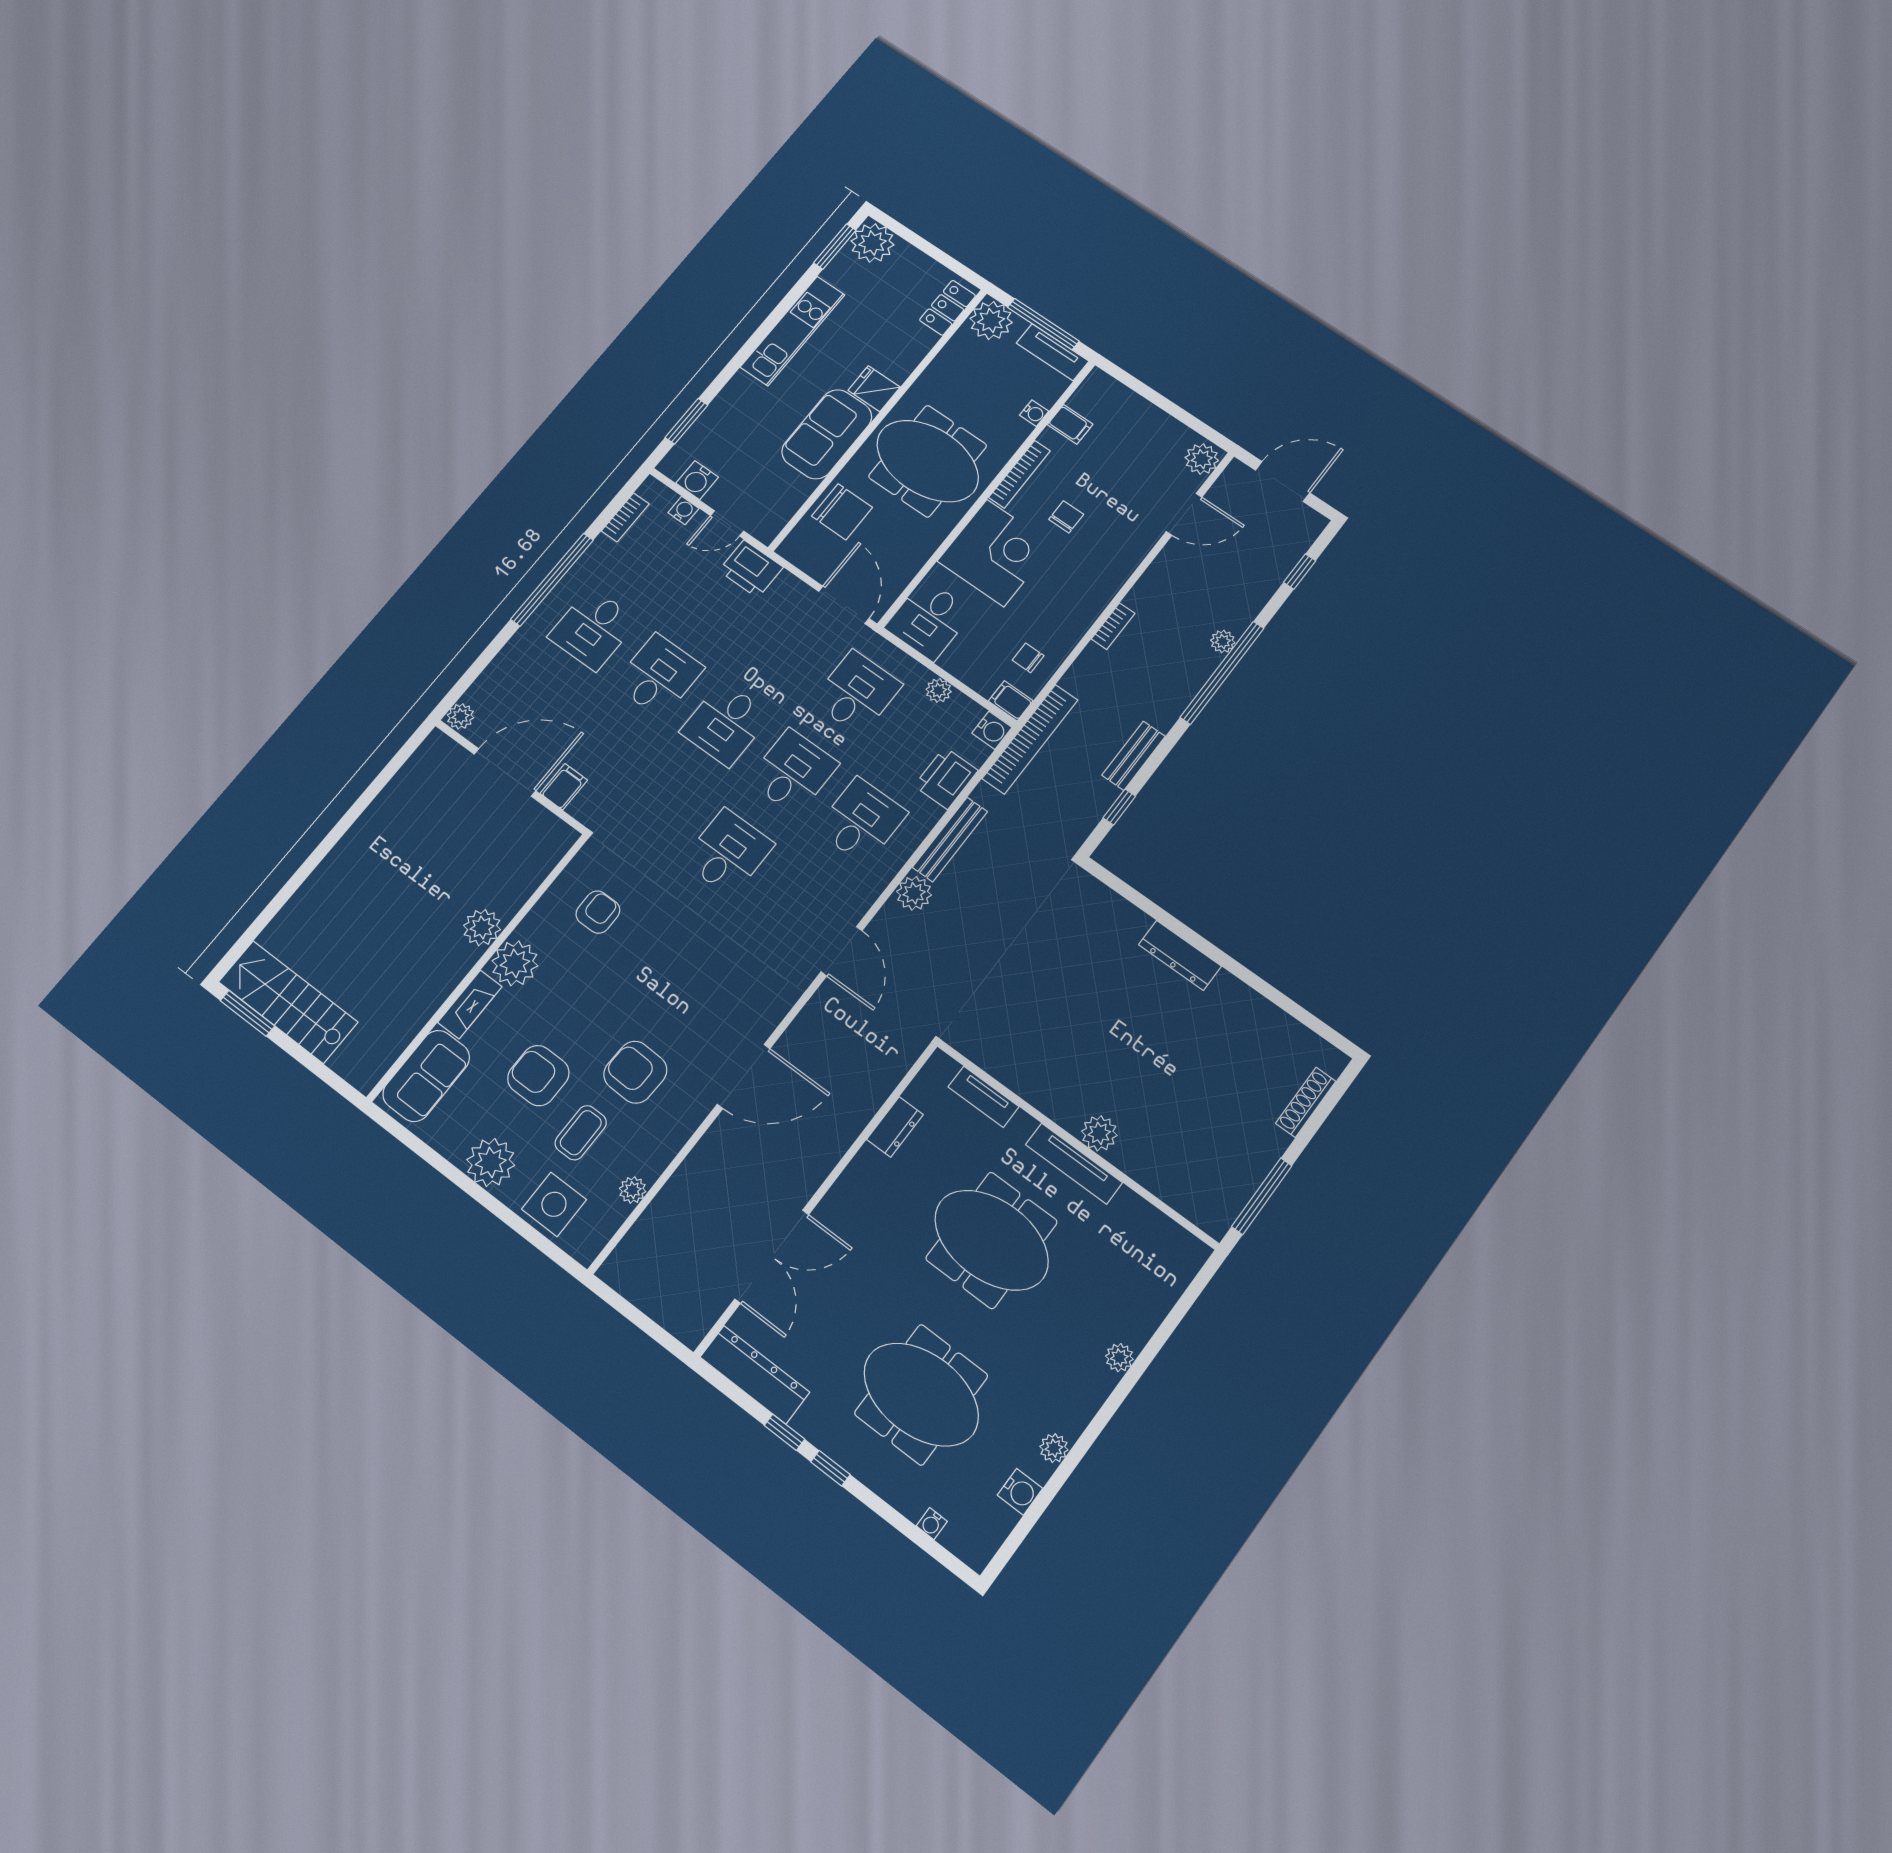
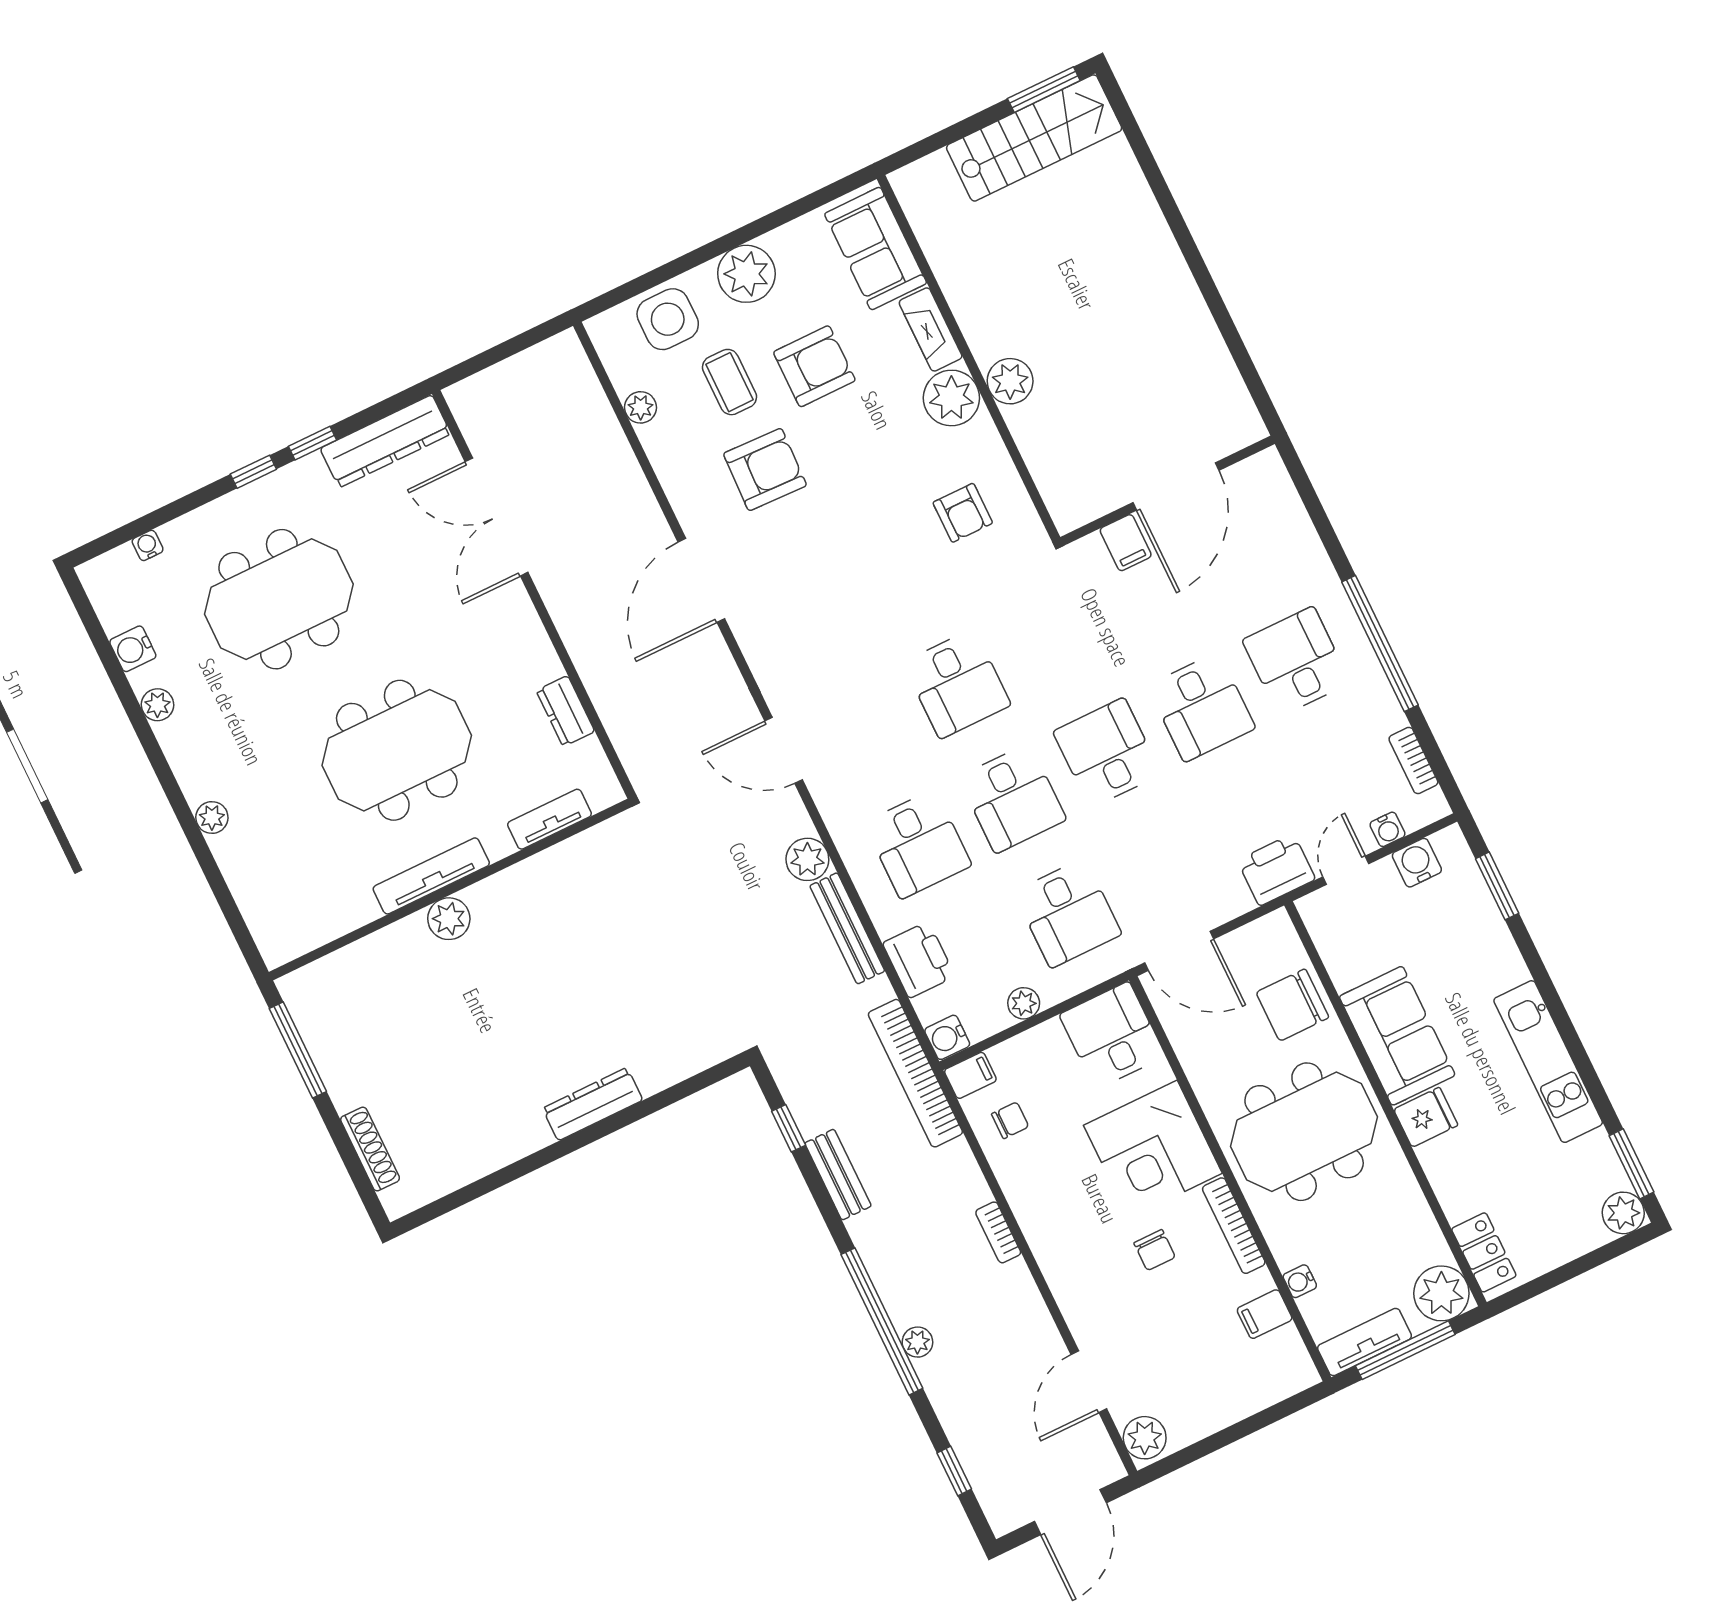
plant: (872, 243) -> (1623, 1213), width x0.73, depth x0.73
plant: (461, 716) -> (1268, 468), removed

